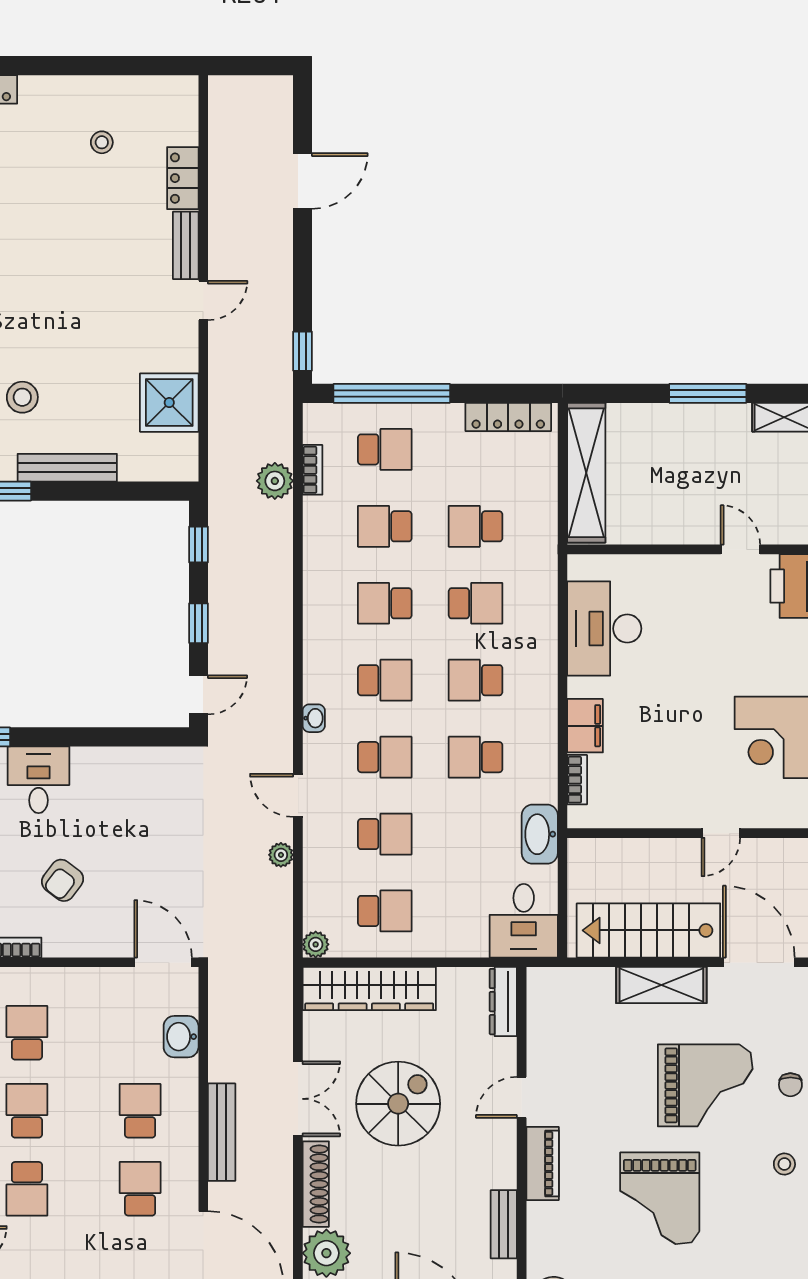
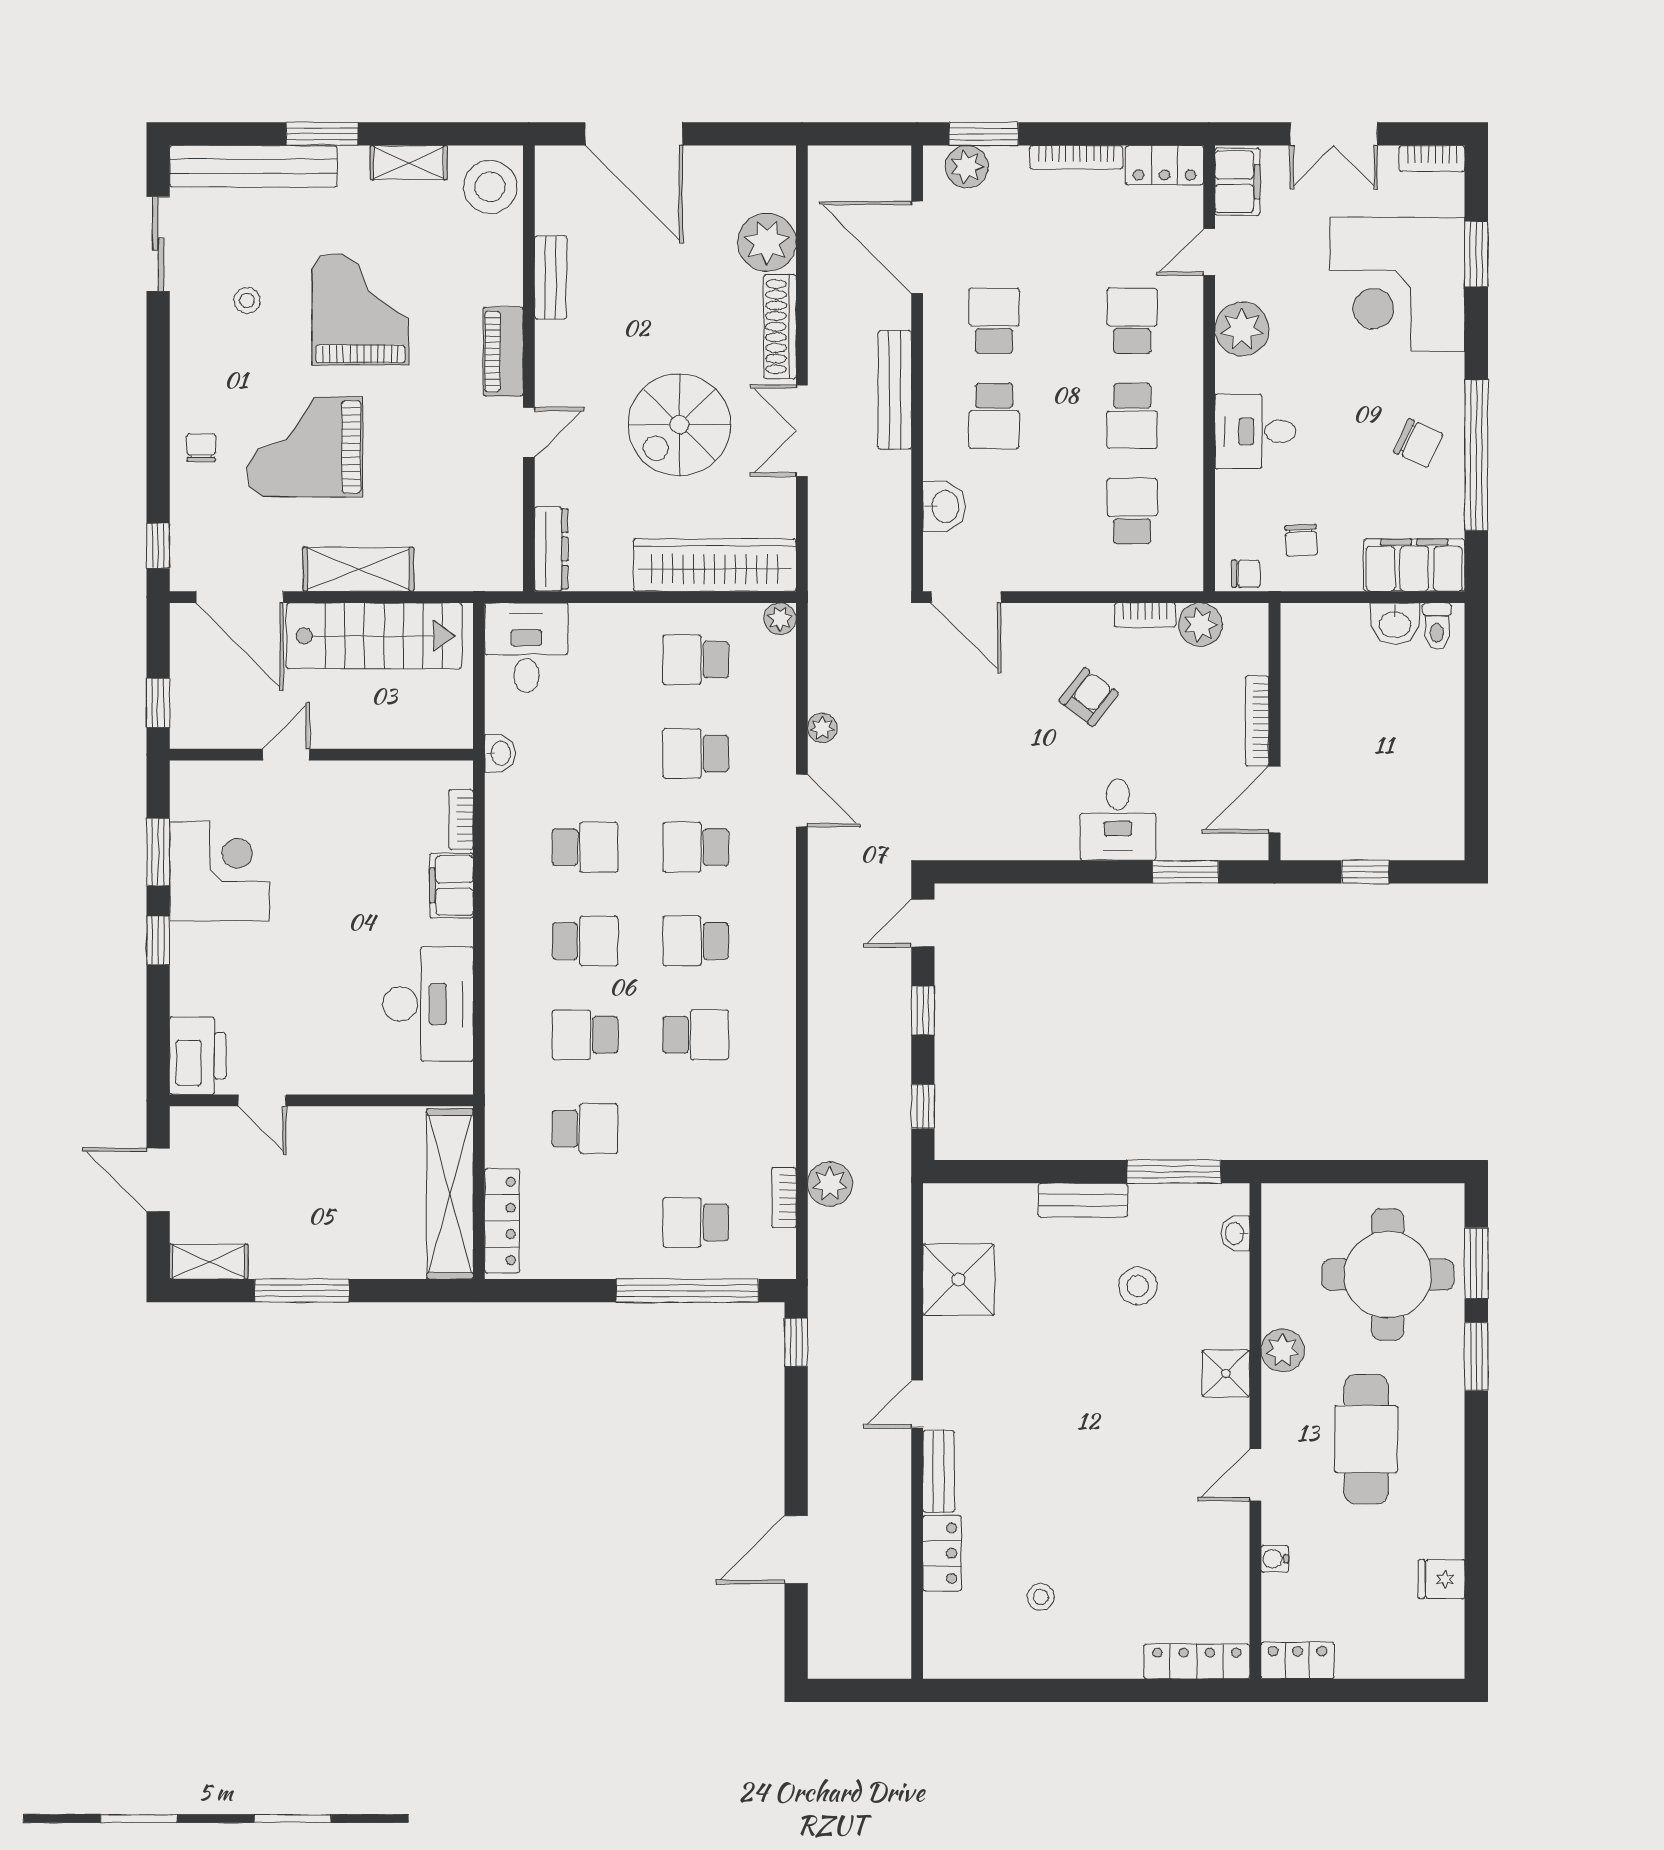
locker: (508, 417) -> (502, 1221), moved, turned 90
bench: (67, 468) -> (1083, 1200), width x0.73
school desk: (385, 526) -> (696, 1129), removed
washbasin: (314, 718) -> (782, 895), removed
washbasin: (540, 834) -> (500, 753), width x0.52, depth x0.69
school desk: (27, 1033) -> (1132, 511), turned 180
stool: (784, 1164) -> (247, 300), moved
school desk: (140, 1189) -> (994, 321), turned 180

